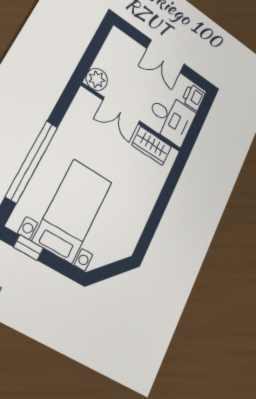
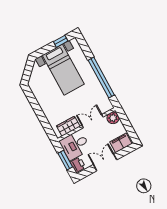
filing cabinet: (125, 46) -> (121, 143), added
window: (199, 121) -> (65, 160), added
window: (32, 161) -> (101, 78), moved

